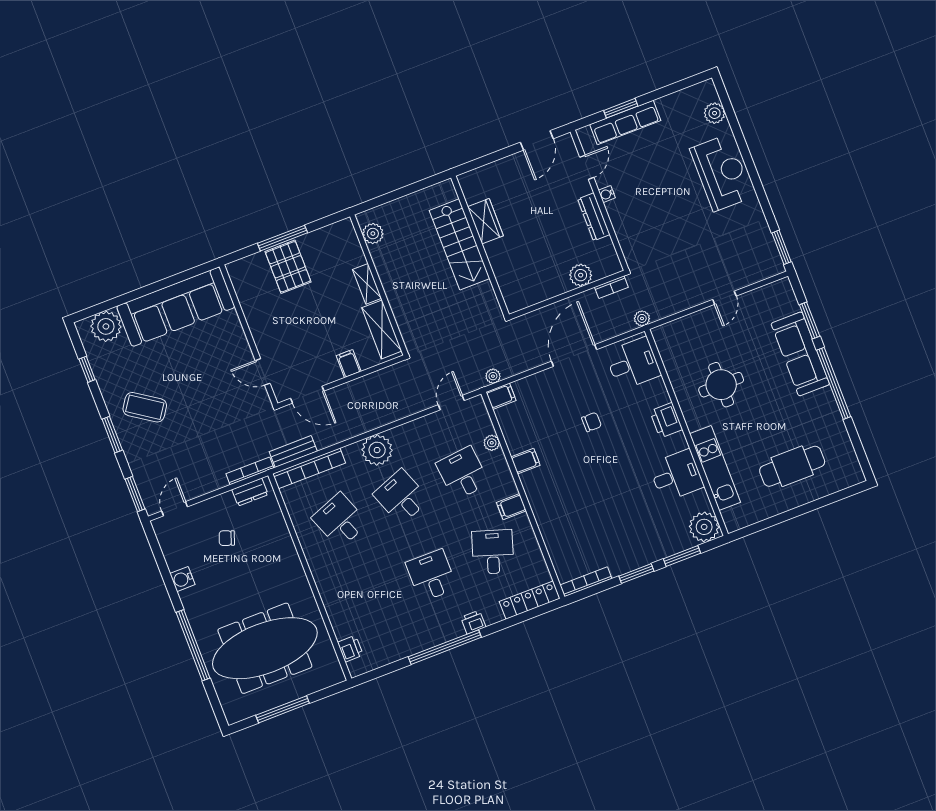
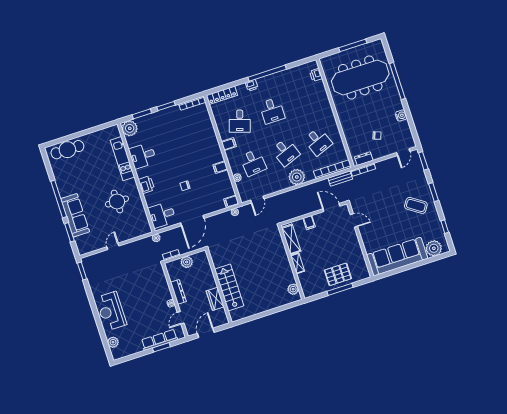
wardrobe: (485, 221) -> (215, 299), moved
stairs: (460, 244) -> (229, 287), moved
wall: (480, 246) -> (219, 286), moved
pallet: (288, 267) -> (338, 274), turned 90
cafe table: (792, 466) -> (67, 150), moved

